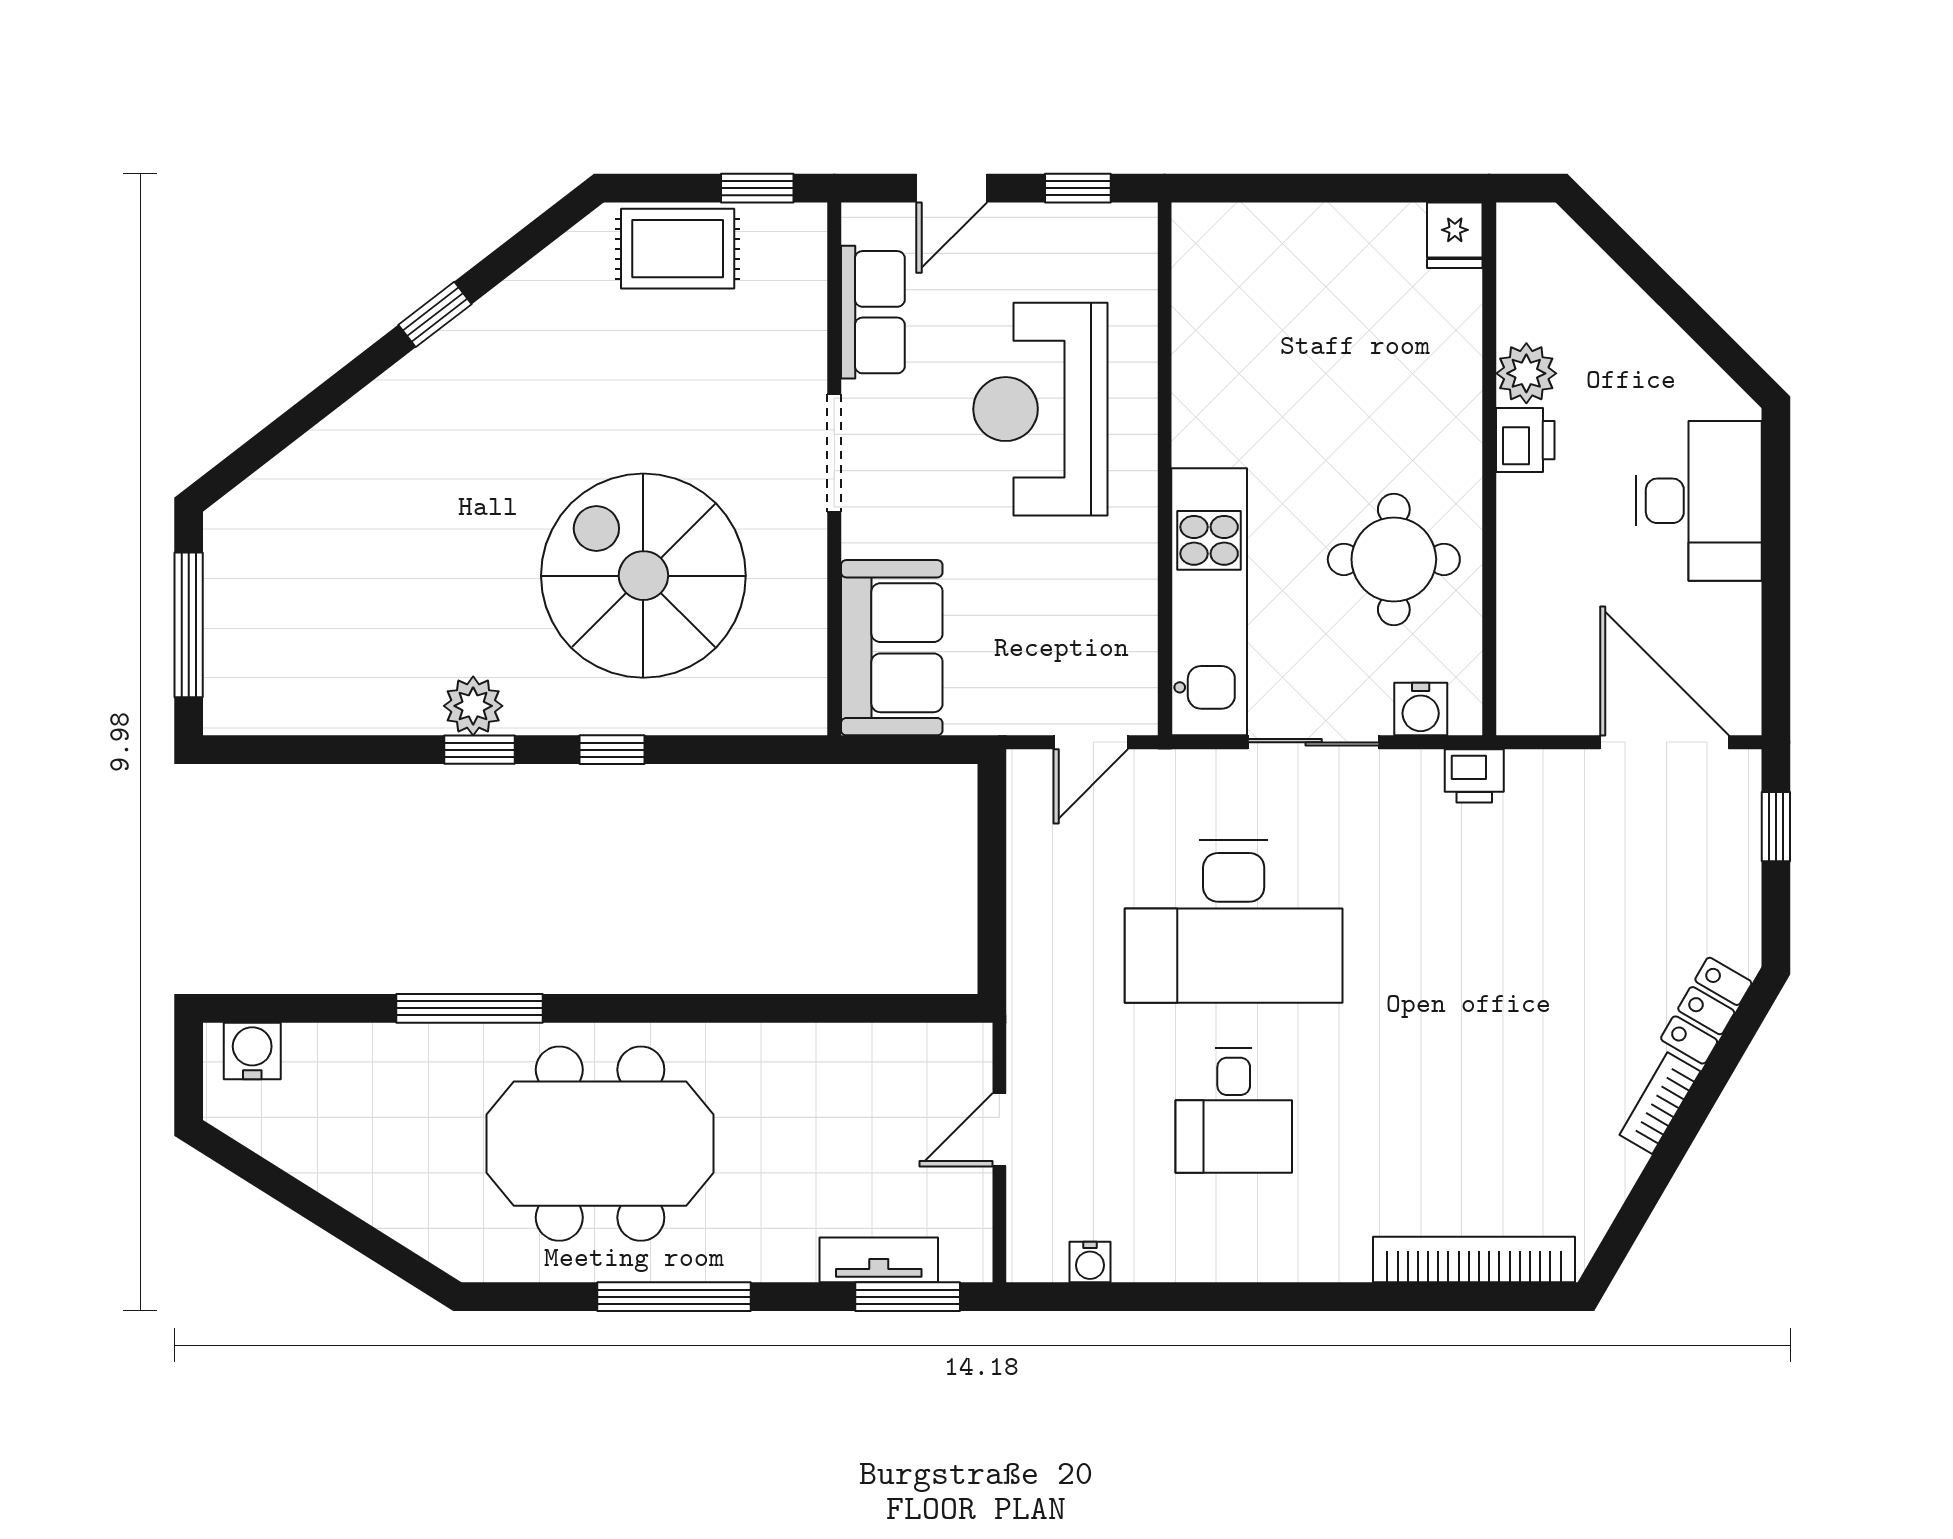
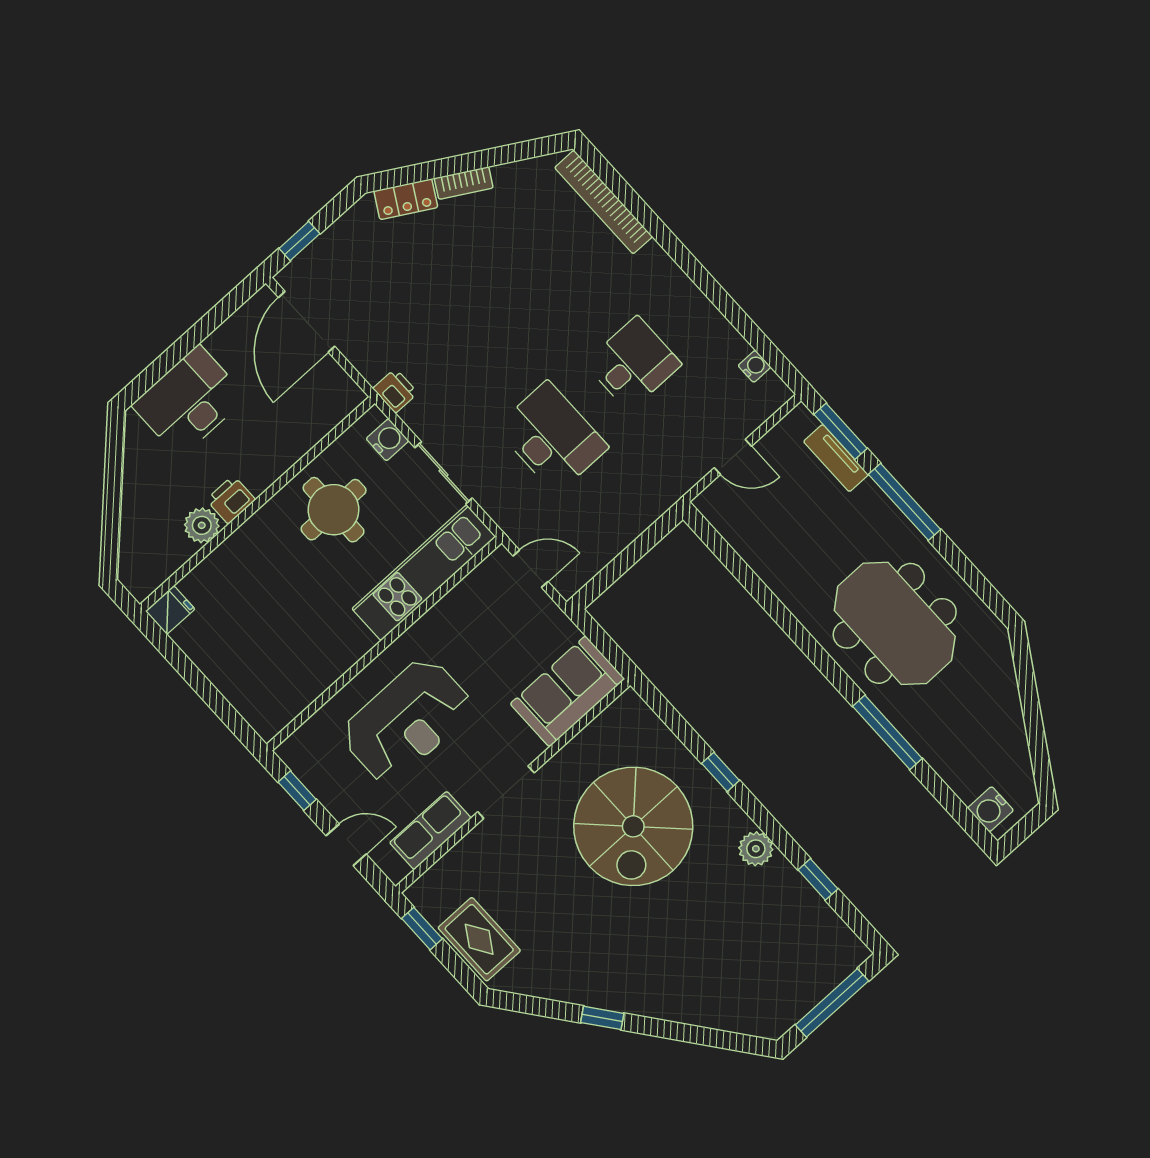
window: (479, 750) -> (818, 879), moved
desk: (1234, 921) -> (552, 437), width x0.73, depth x0.77
window: (674, 1297) -> (904, 502), moved

